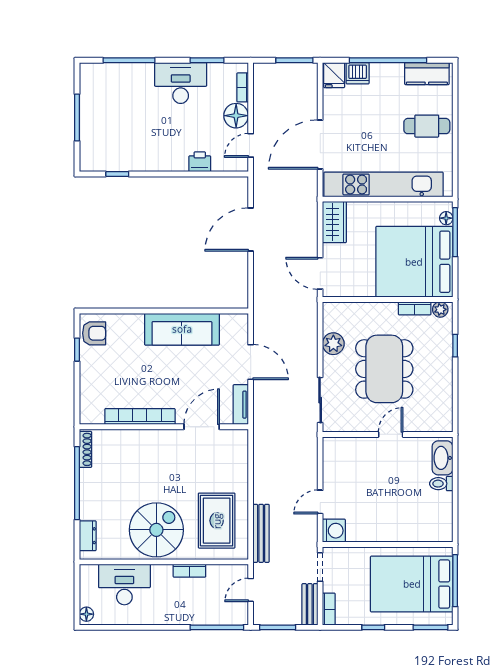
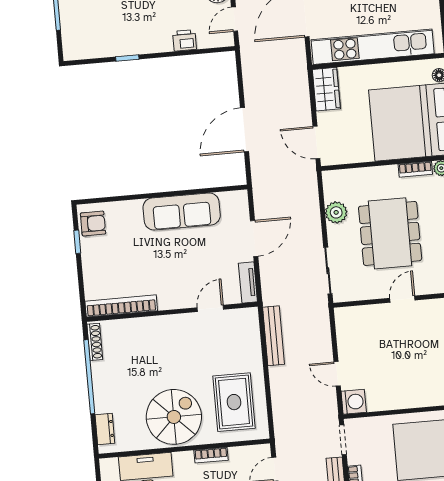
window: (117, 174) -> (127, 58), moved
door: (251, 229) -> (244, 130), moved
door: (251, 362) -> (254, 238), hinge flipped
bookcase: (140, 416) -> (121, 306), moved
door: (202, 427) -> (210, 308), width x0.73
door: (320, 502) -> (337, 374), hinge flipped
bench: (261, 533) -> (273, 336), moved

